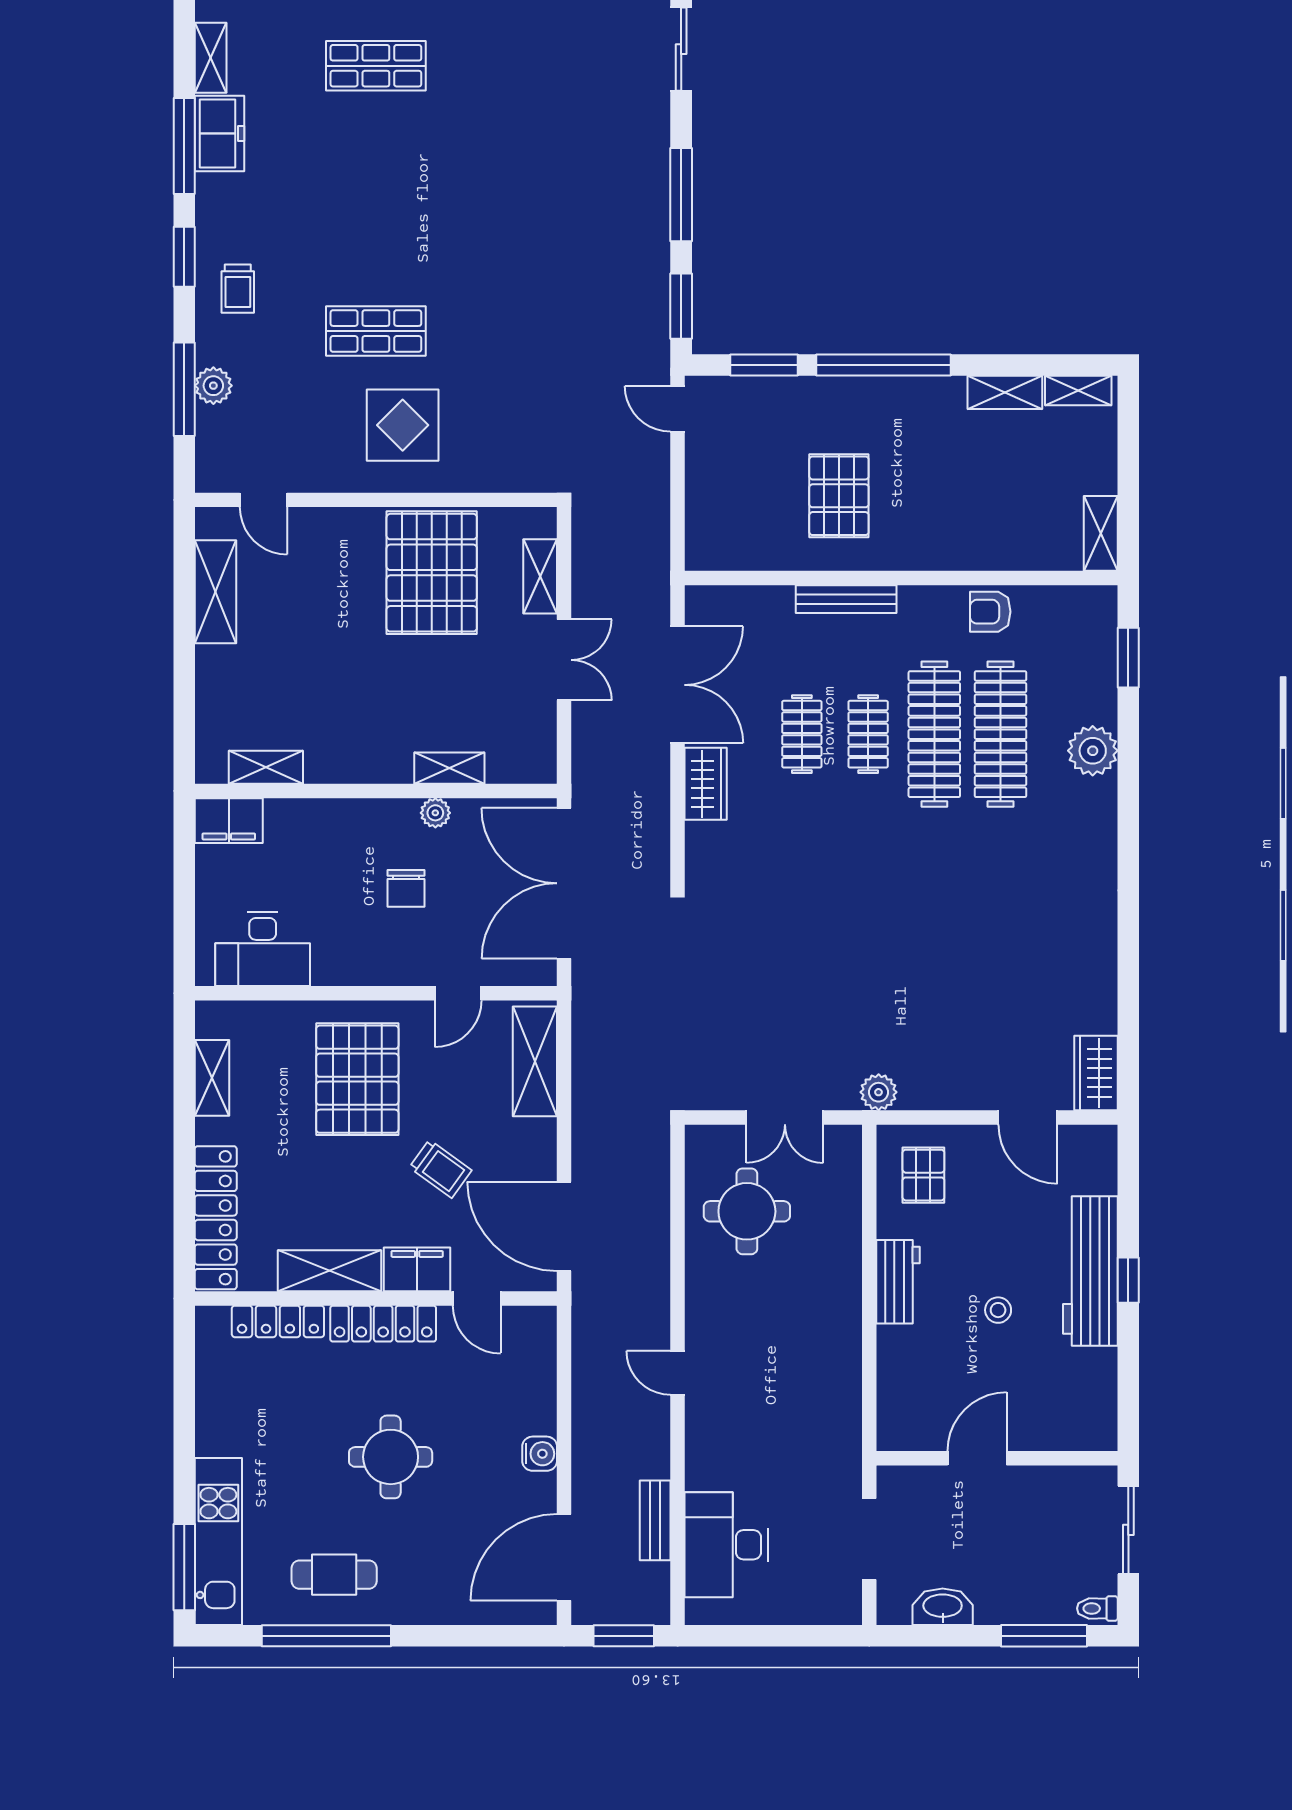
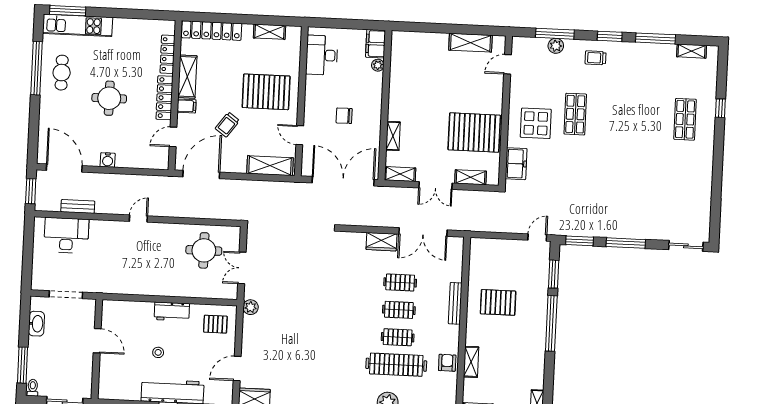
freezer: (219, 133) -> (516, 164), moved, turned -90
shelving: (1005, 392) -> (471, 362), moved
clothes rail: (934, 734) -> (398, 337), width x0.54, depth x0.76
shelving: (266, 767) -> (400, 174), moved, turned 90
plant: (435, 813) -> (378, 65), moved
filing cabinet: (417, 1269) -> (187, 106), width x0.50

